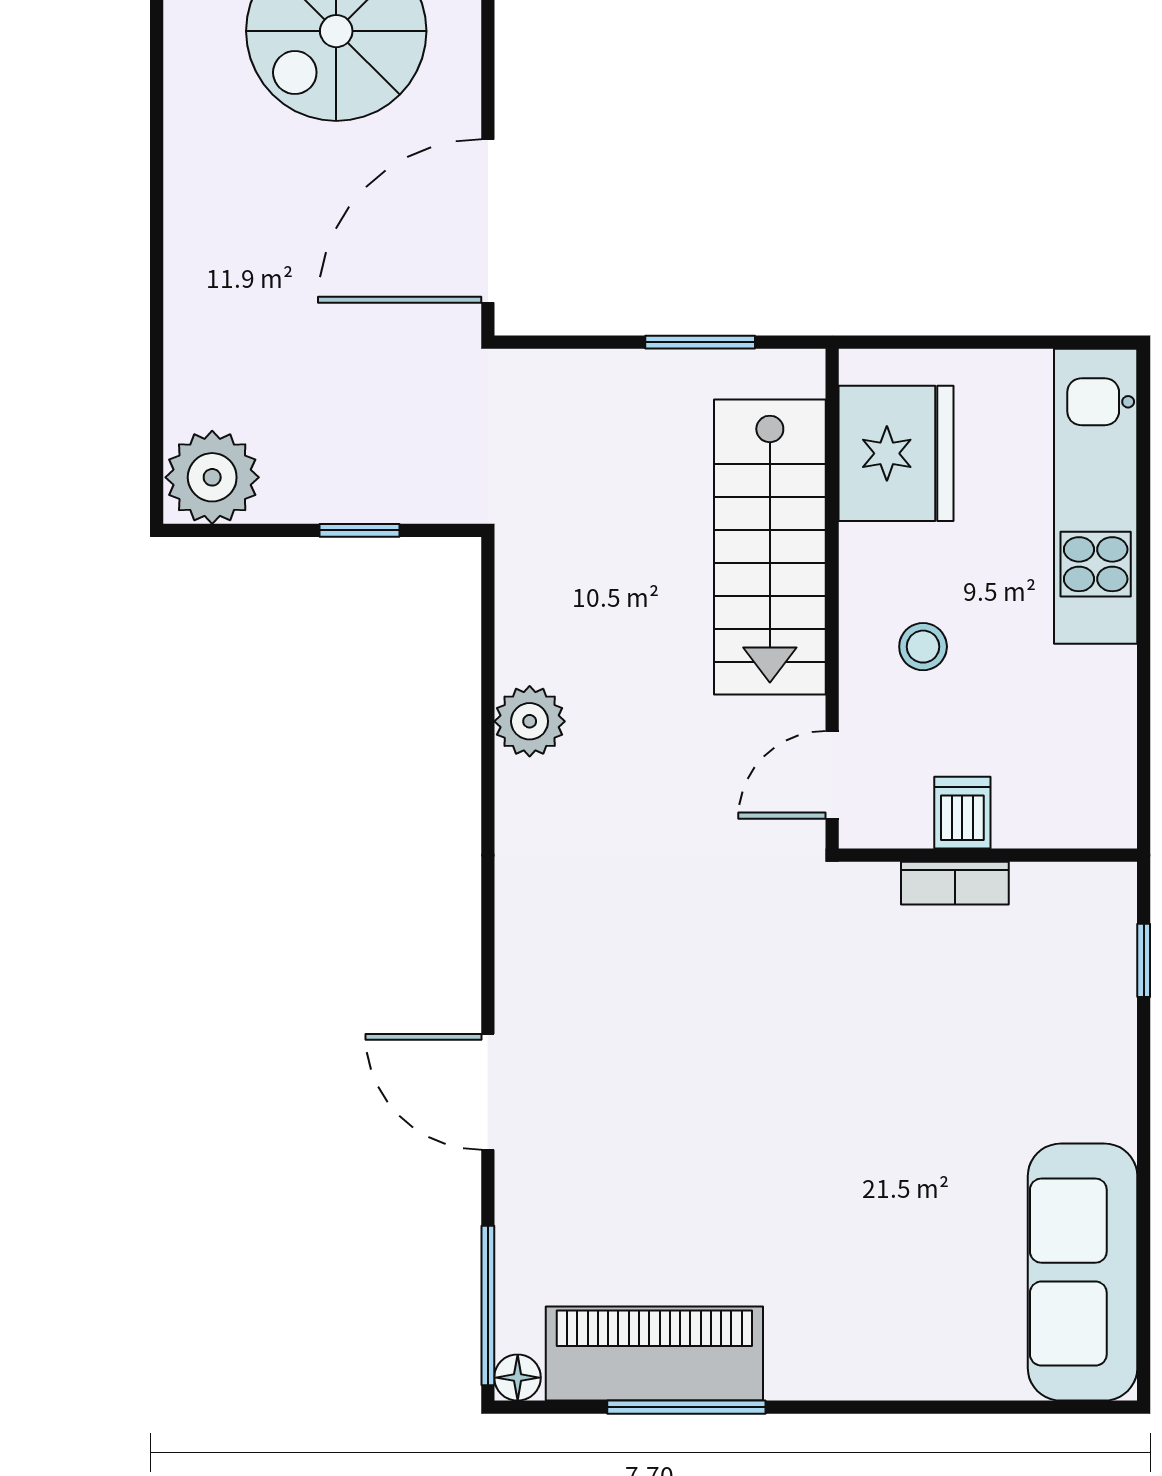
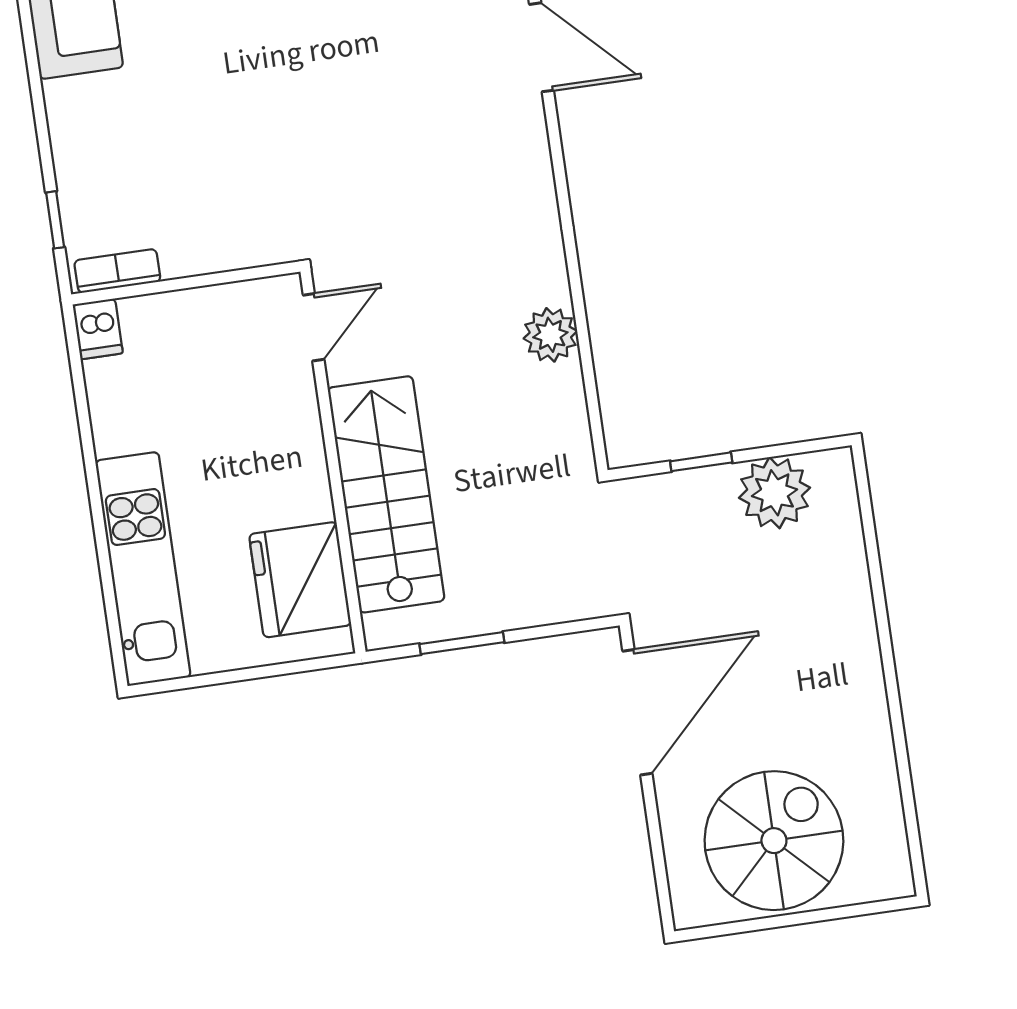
plant: (212, 477) -> (774, 493), moved
stool: (923, 647) -> (258, 435), removed
dishwasher: (962, 813) -> (98, 329), moved
bookcase: (955, 883) -> (117, 271), moved

